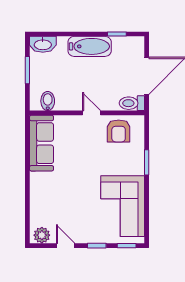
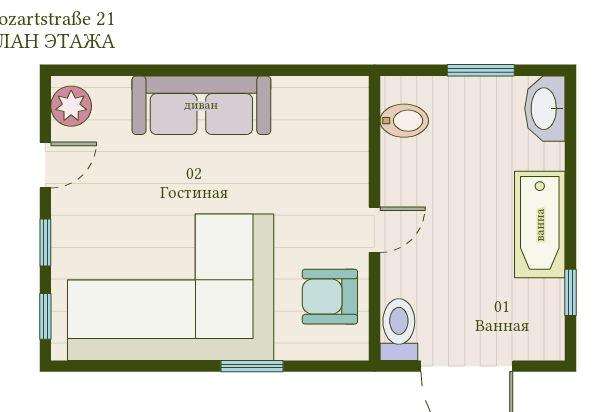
sofa: (41, 143) -> (201, 105), moved
corner sofa: (123, 206) -> (171, 287), width x1.36, depth x1.36

